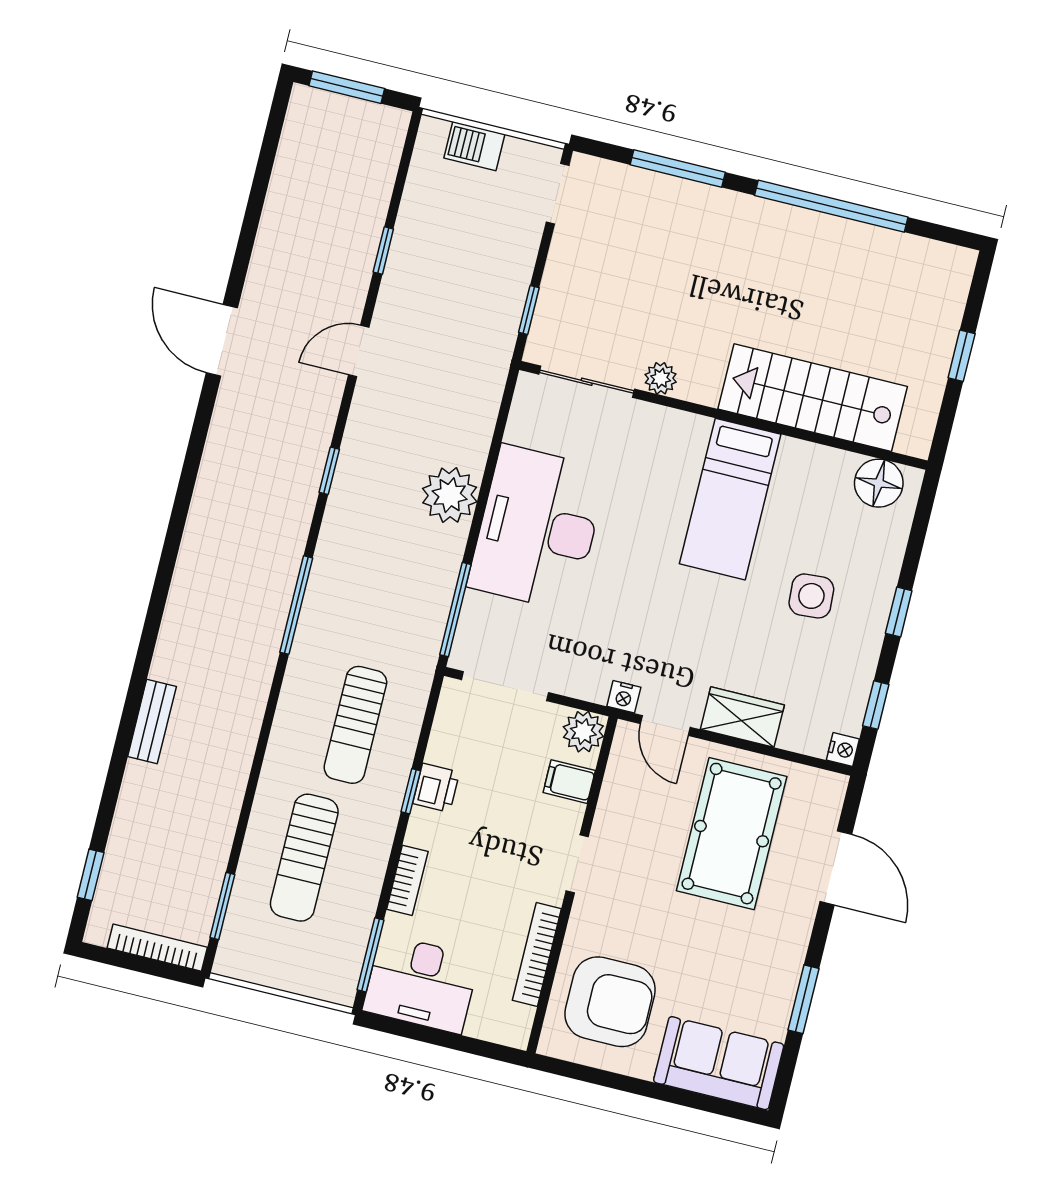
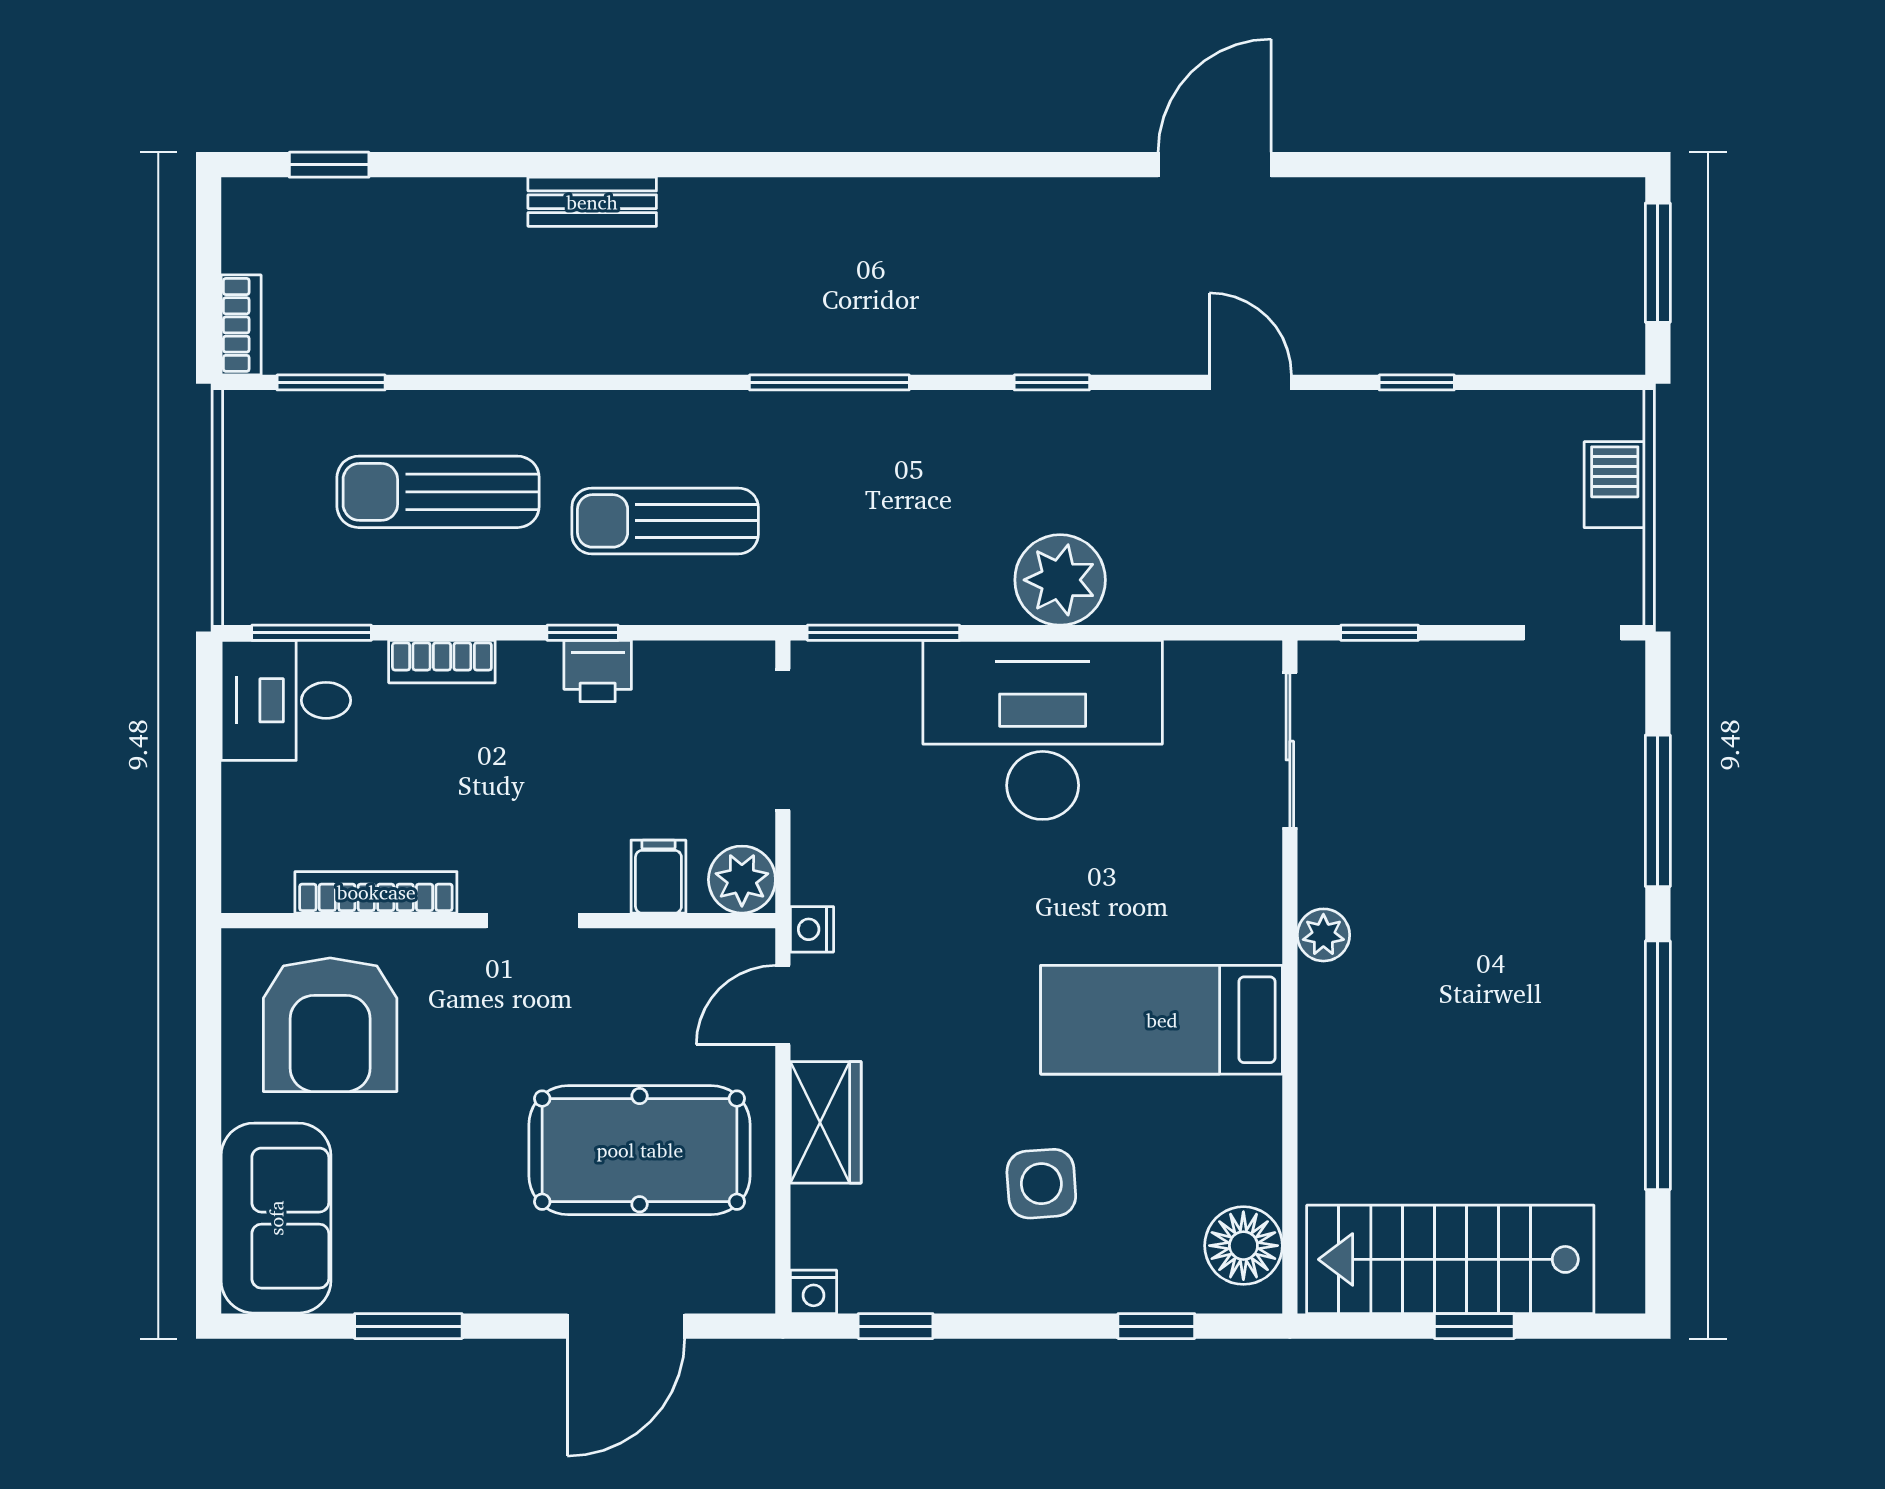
plant: (661, 378) -> (1323, 935), moved
stairs: (813, 398) -> (1450, 1259), moved, turned -90
window: (899, 612) -> (1156, 1326), moved
bookcase: (157, 948) -> (241, 325), width x0.64
desk: (421, 984) -> (286, 700), width x0.73

